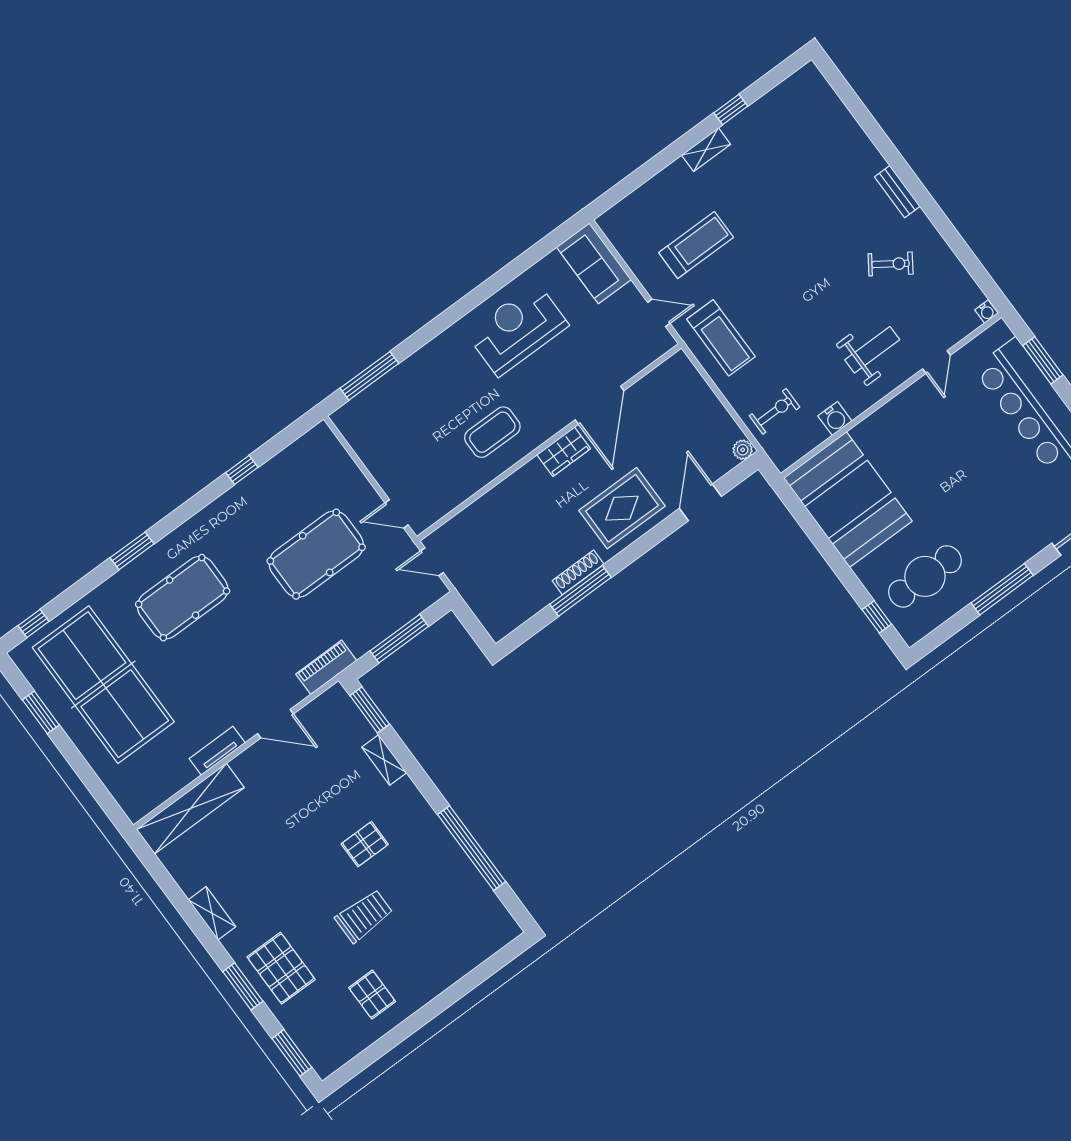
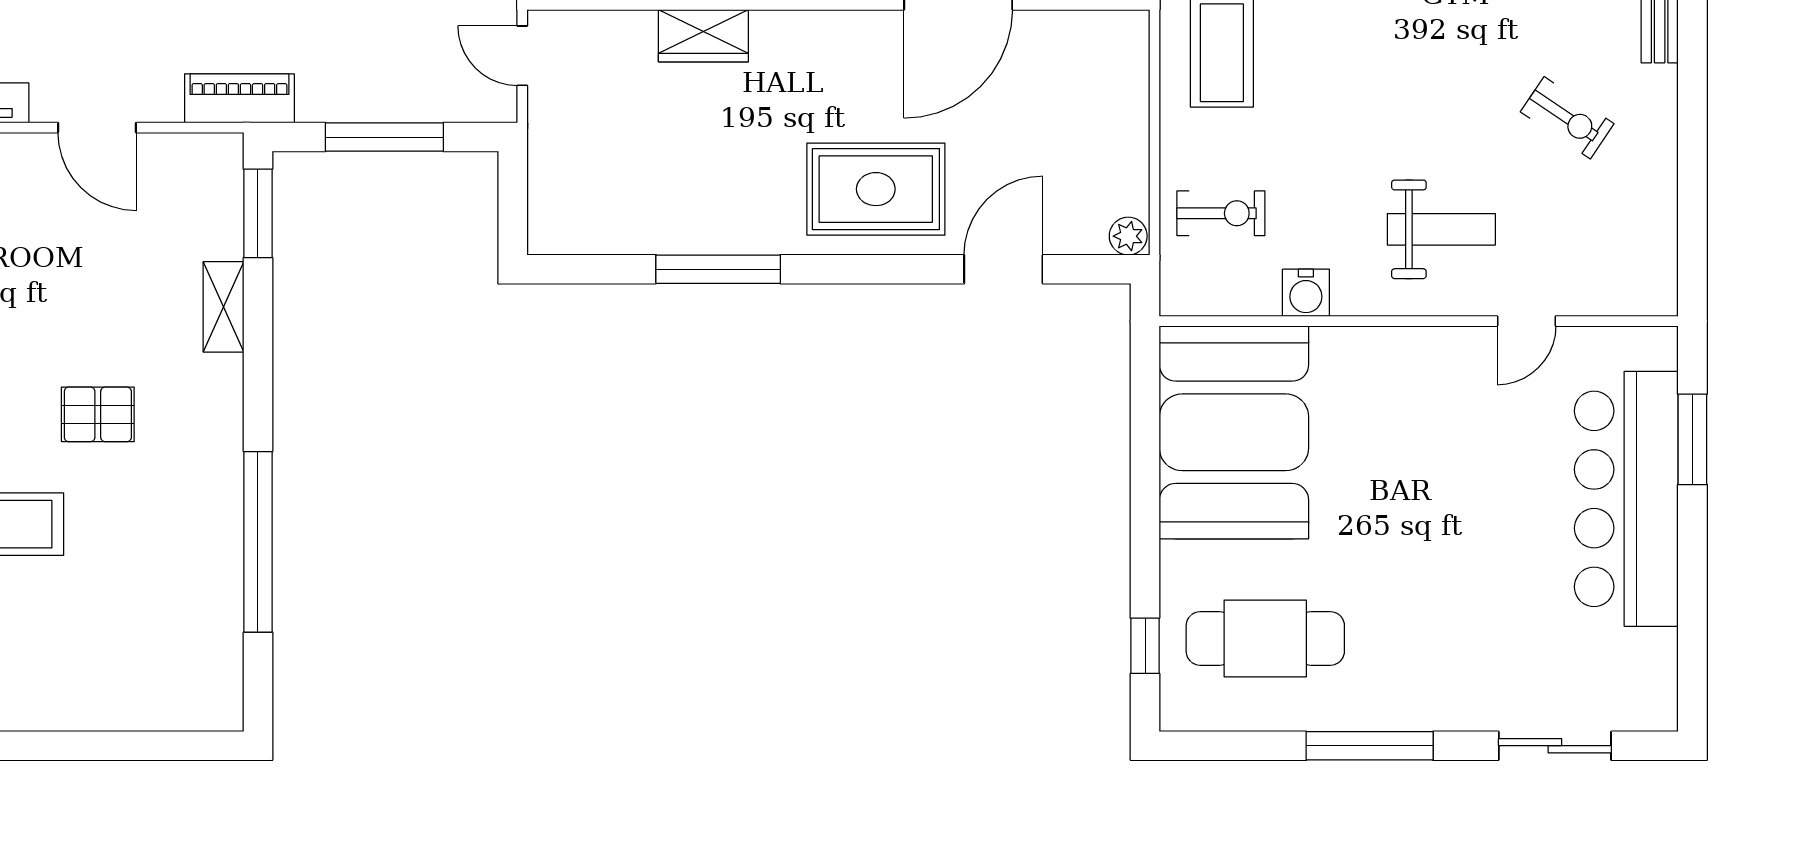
water cooler: (986, 312) -> (1661, 300), removed
wardrobe: (564, 452) -> (703, 36), moved
shoe rack: (578, 572) -> (735, 238), removed

